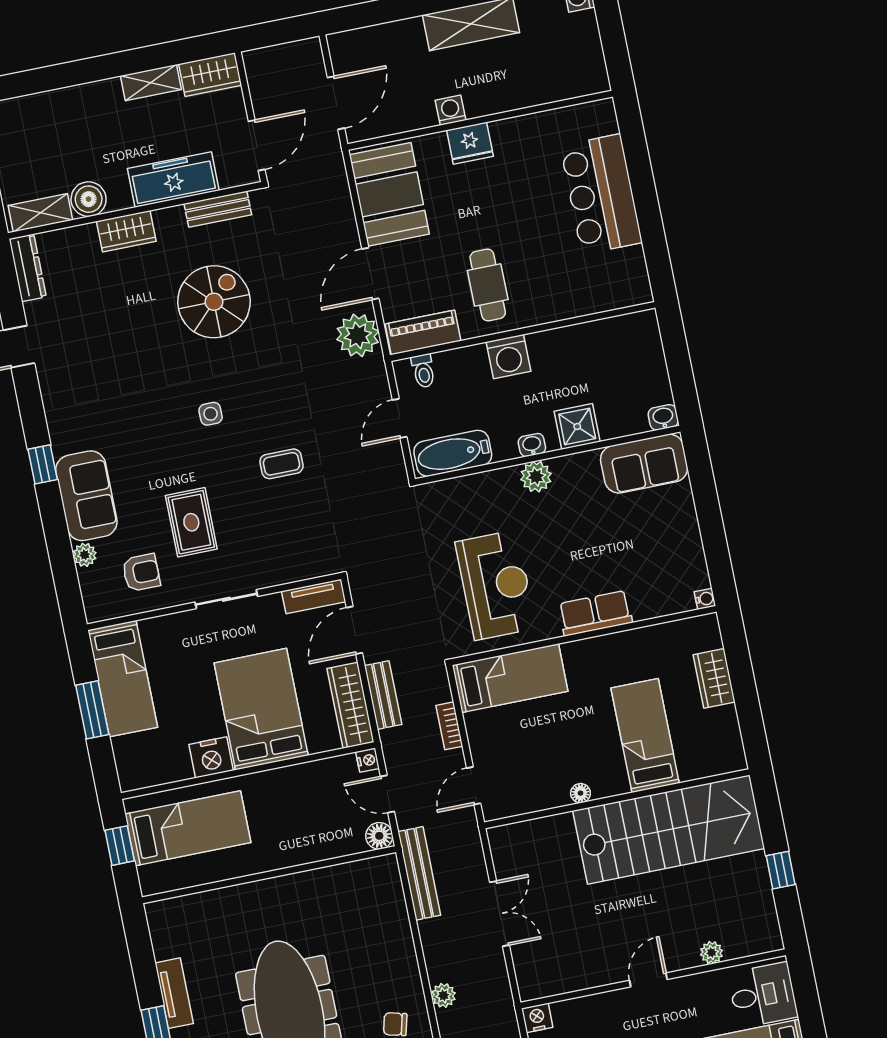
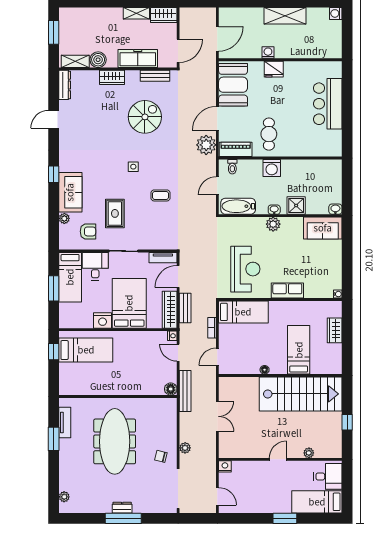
desk: (172, 644) -> (95, 266), added
floor lamp: (379, 836) -> (171, 389), moved
wall: (269, 875) -> (118, 396), moved

